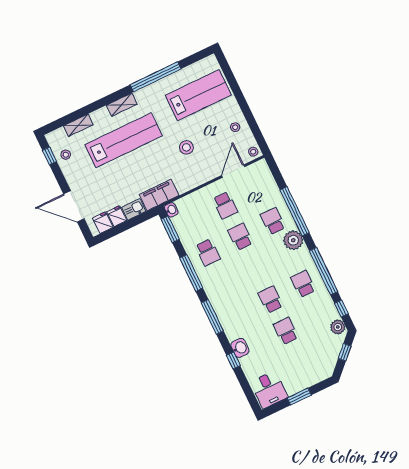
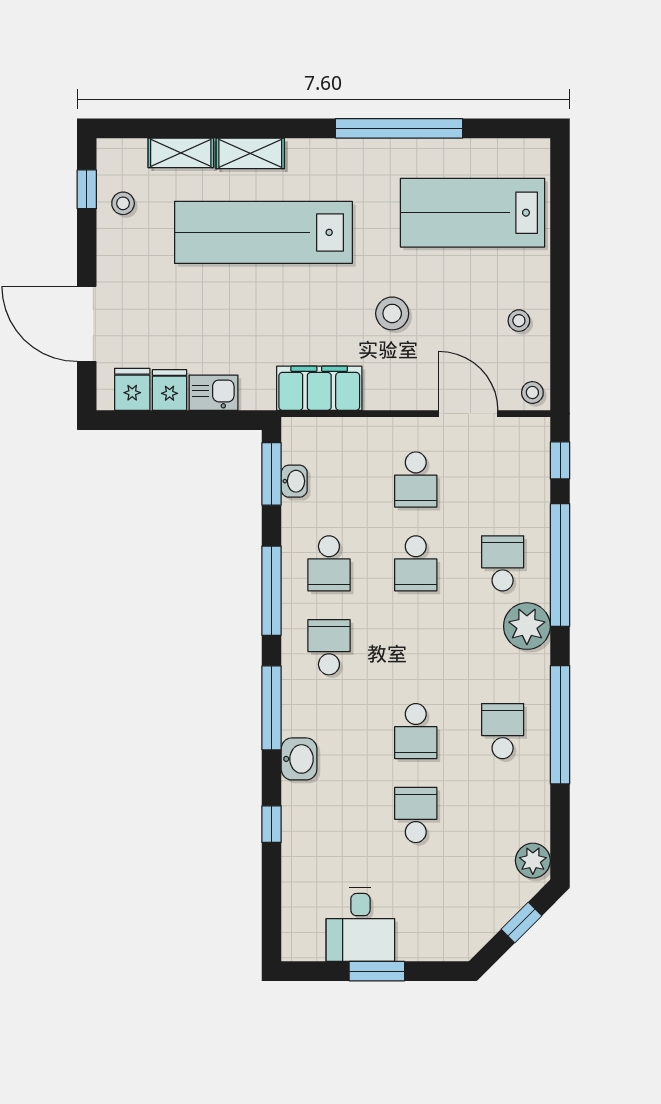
lab bench: (198, 95) -> (473, 213), turned 180
shelving: (122, 105) -> (250, 153), moved
lab bench: (124, 140) -> (263, 232), turned 180
door: (233, 171) -> (468, 414), hinge flipped
filing cabinet: (159, 195) -> (319, 388), moved
washbasin: (171, 210) -> (294, 481), moved
school desk: (240, 237) -> (416, 563), turned 180
school desk: (223, 284) -> (329, 647), added
school desk: (271, 300) -> (416, 731), turned 180
window: (341, 309) -> (560, 460), moved
washbasin: (240, 348) -> (299, 759), moved
desk: (269, 390) -> (360, 925), moved

